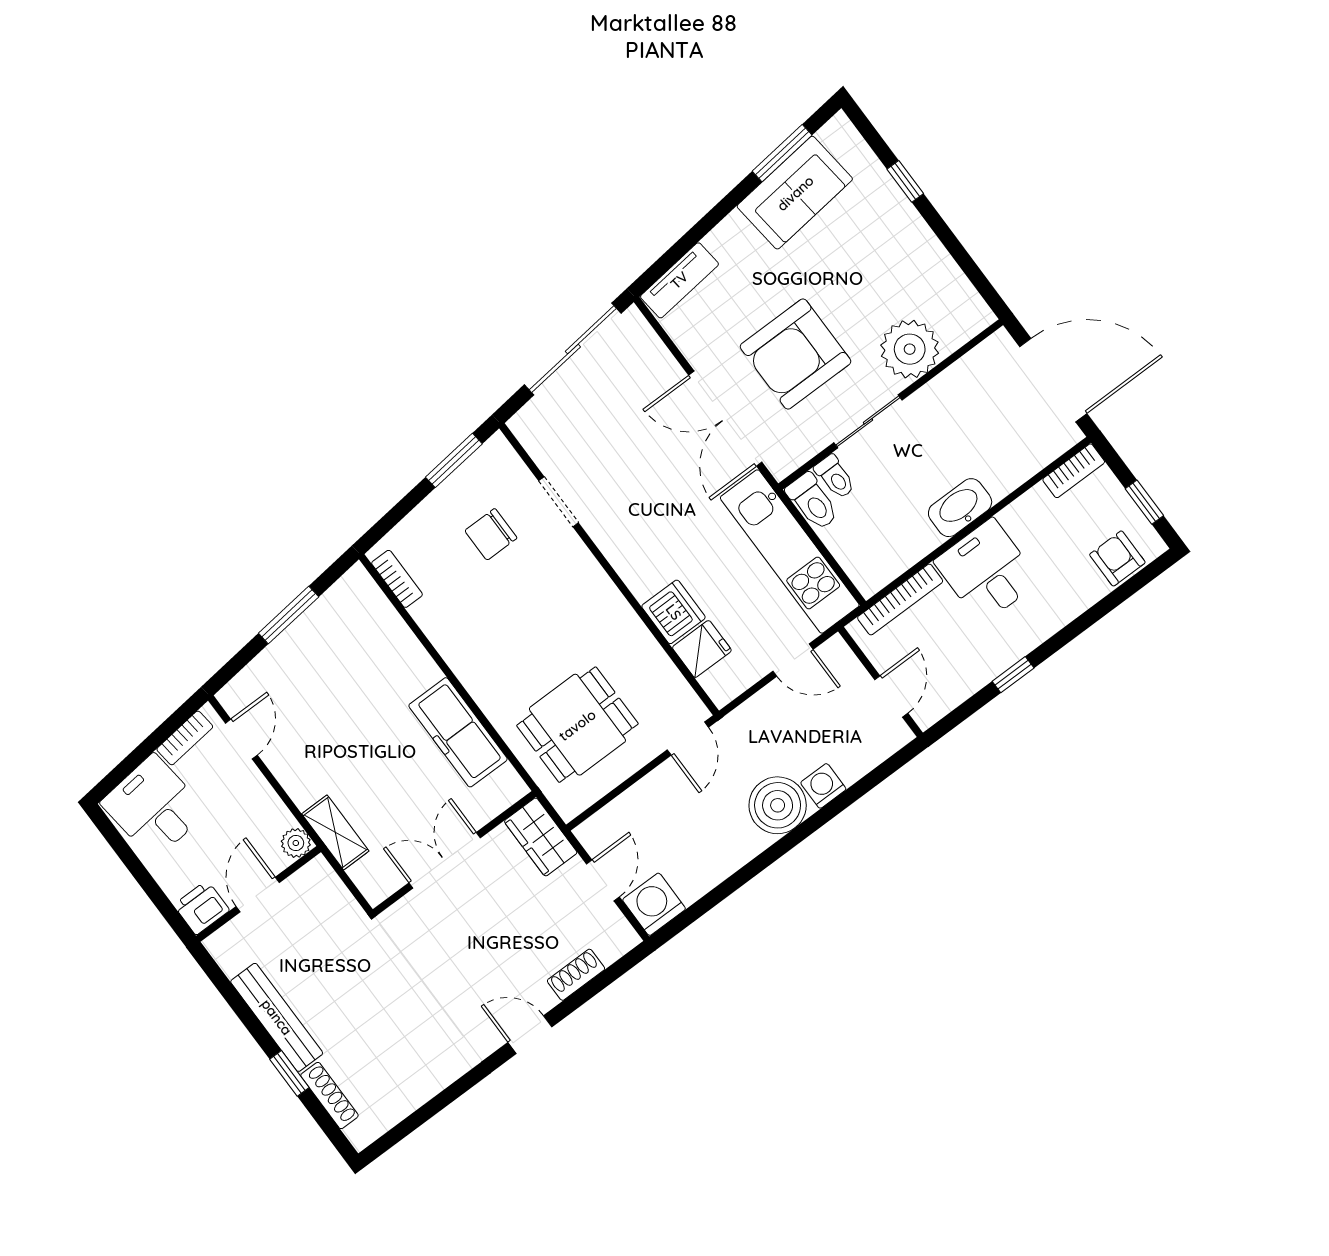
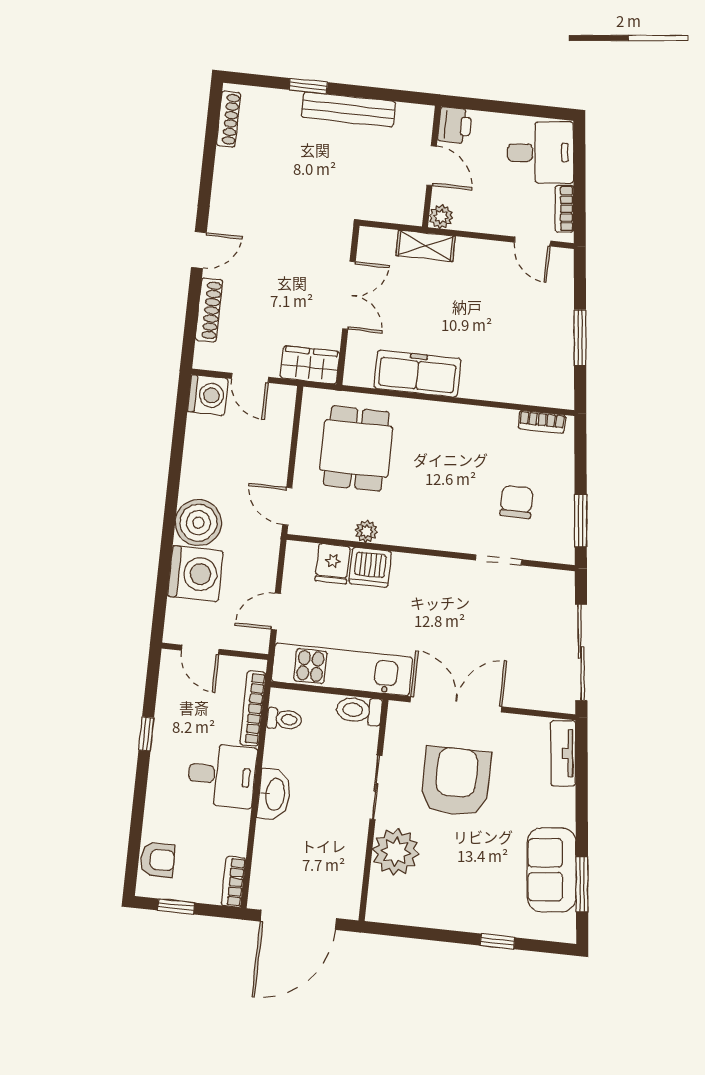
toilet: (835, 477) -> (284, 719), moved, turned 180
plant: (644, 646) -> (366, 531), added
washing machine: (823, 786) -> (195, 574), width x1.89, depth x1.89
shoe rack: (576, 975) -> (209, 310), width x1.43
shoe rack: (329, 1096) -> (228, 119), moved, turned -90

